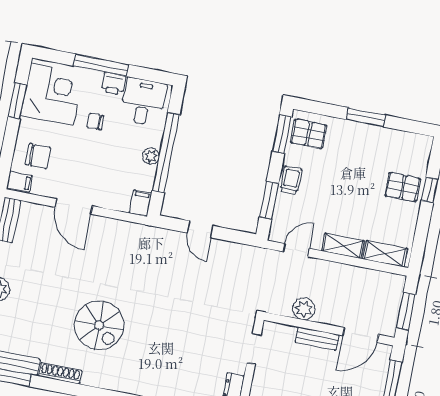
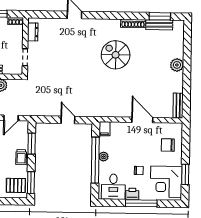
filing cabinet: (19, 182) -> (176, 128), removed

